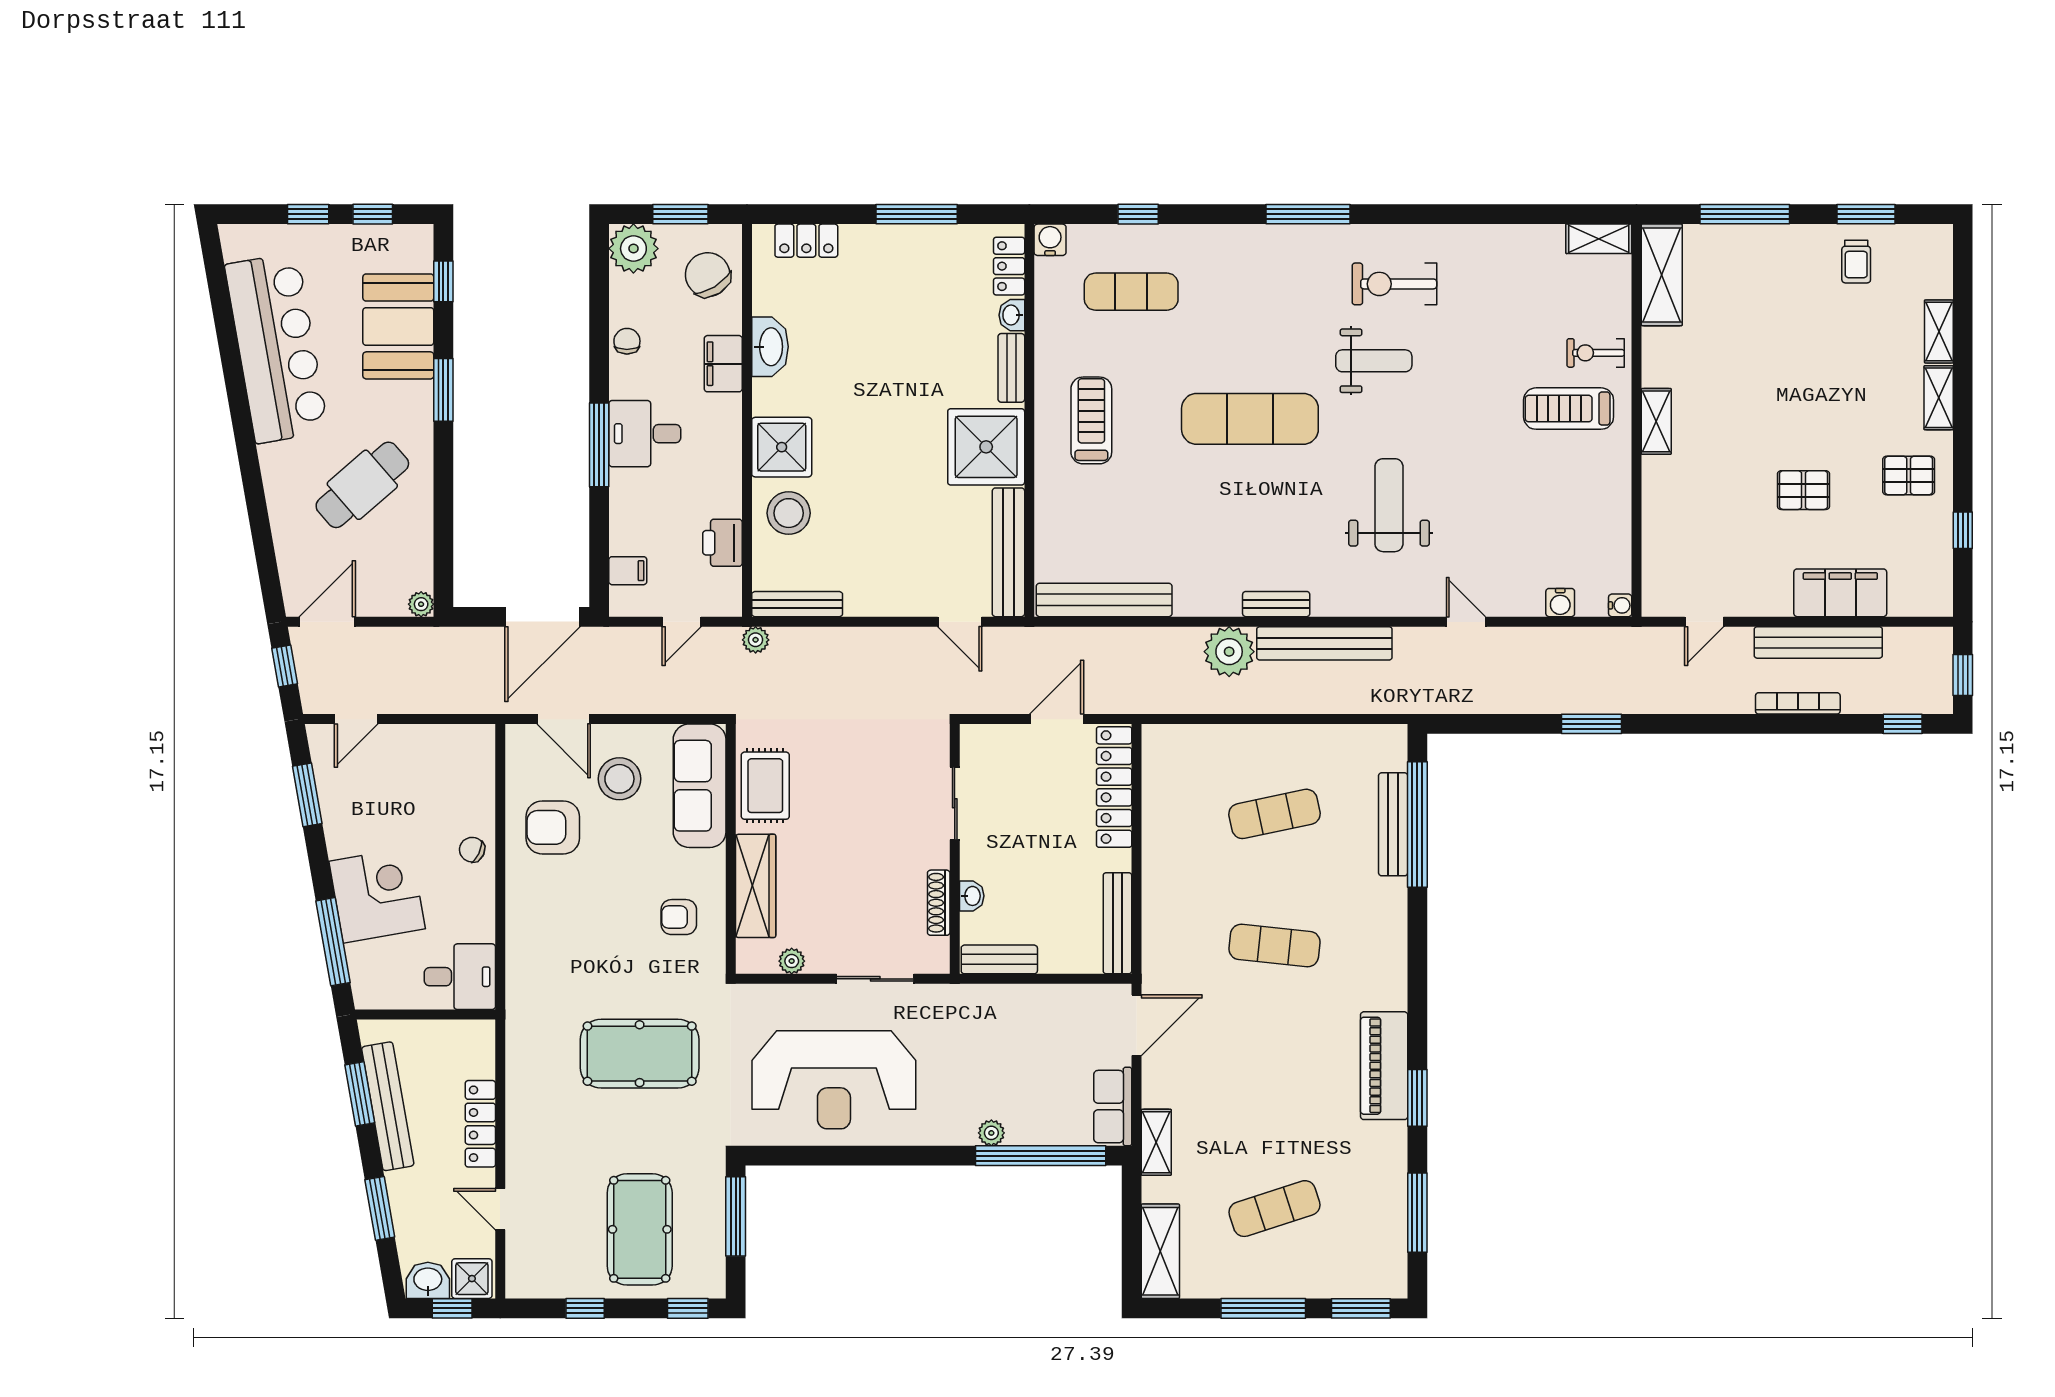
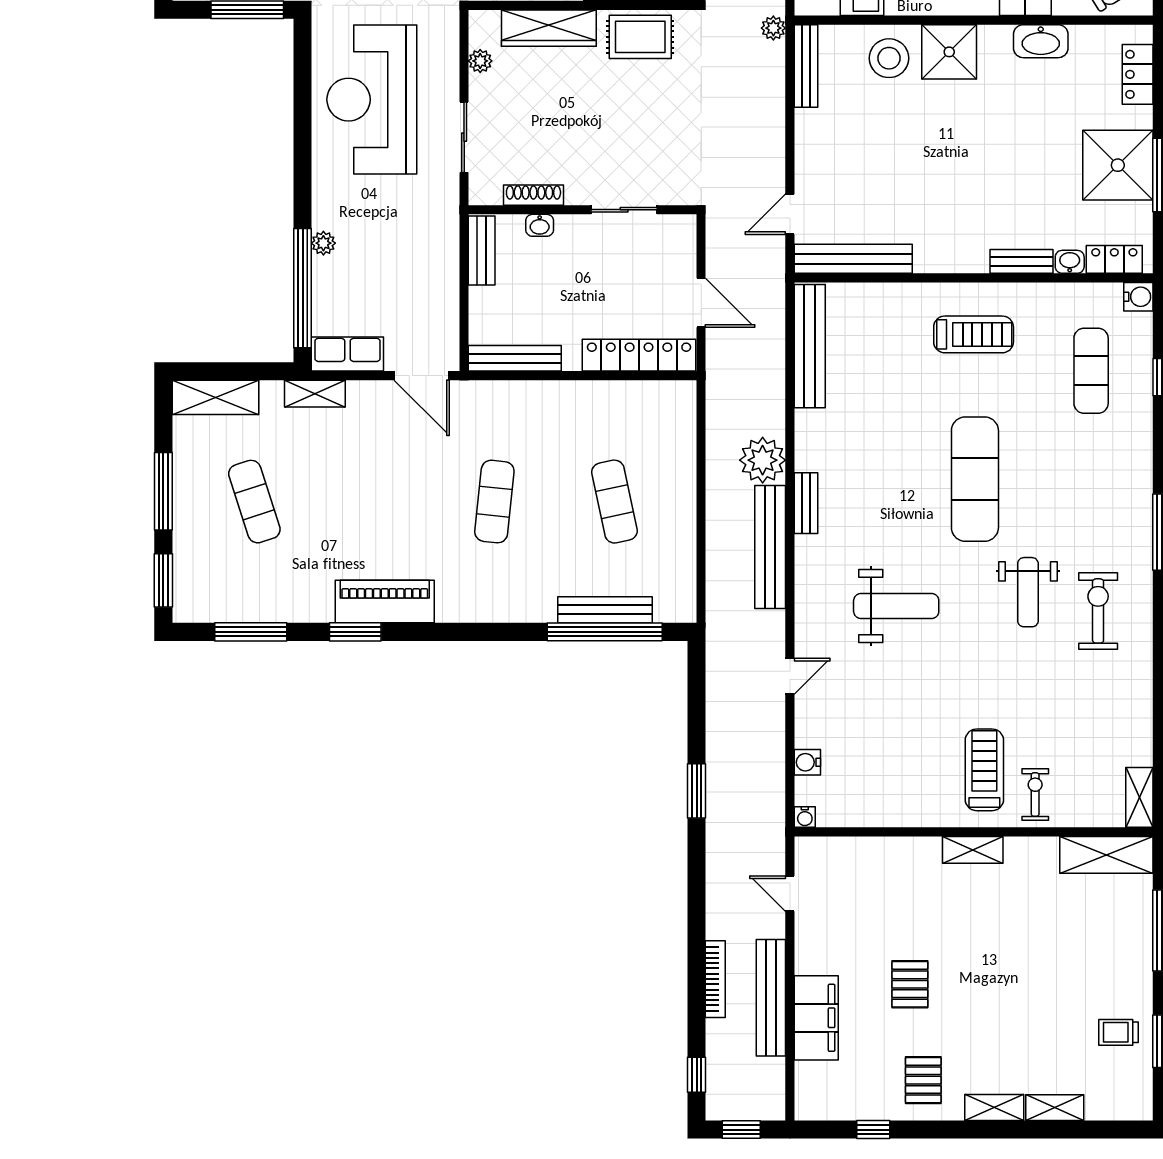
shower: (986, 447) -> (1118, 165), moved

